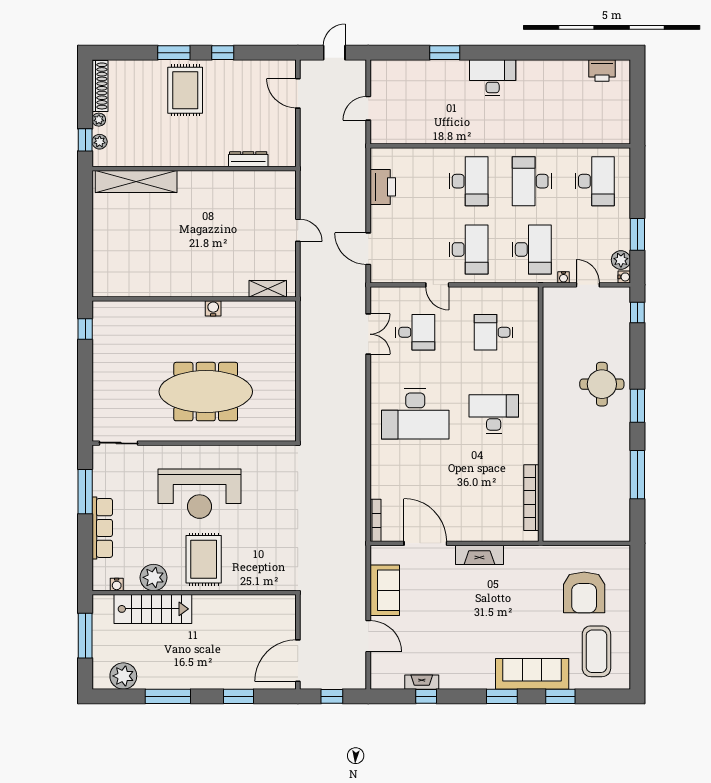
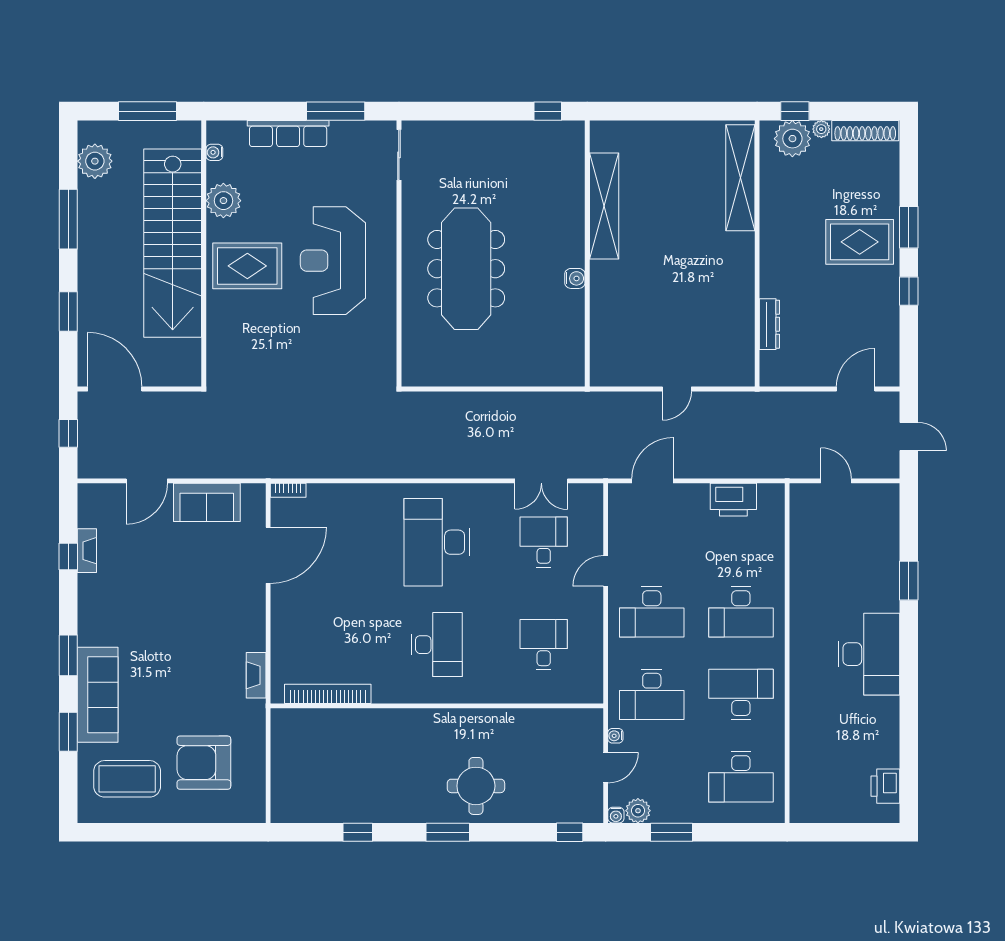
desk: (493, 78) -> (869, 654), width x1.36, depth x1.30
plant: (100, 142) -> (792, 139), width x1.87, depth x1.87
shelving: (268, 289) -> (604, 206), moved, width x2.20, depth x1.33
desk: (415, 332) -> (544, 542), turned 180
window: (637, 475) -> (358, 832), width x0.46
bookcase: (375, 520) -> (288, 490), width x0.64
fireplace: (479, 555) -> (256, 675), moved, width x0.73, depth x0.76
stairs: (153, 609) -> (173, 243), width x1.86, depth x1.51

